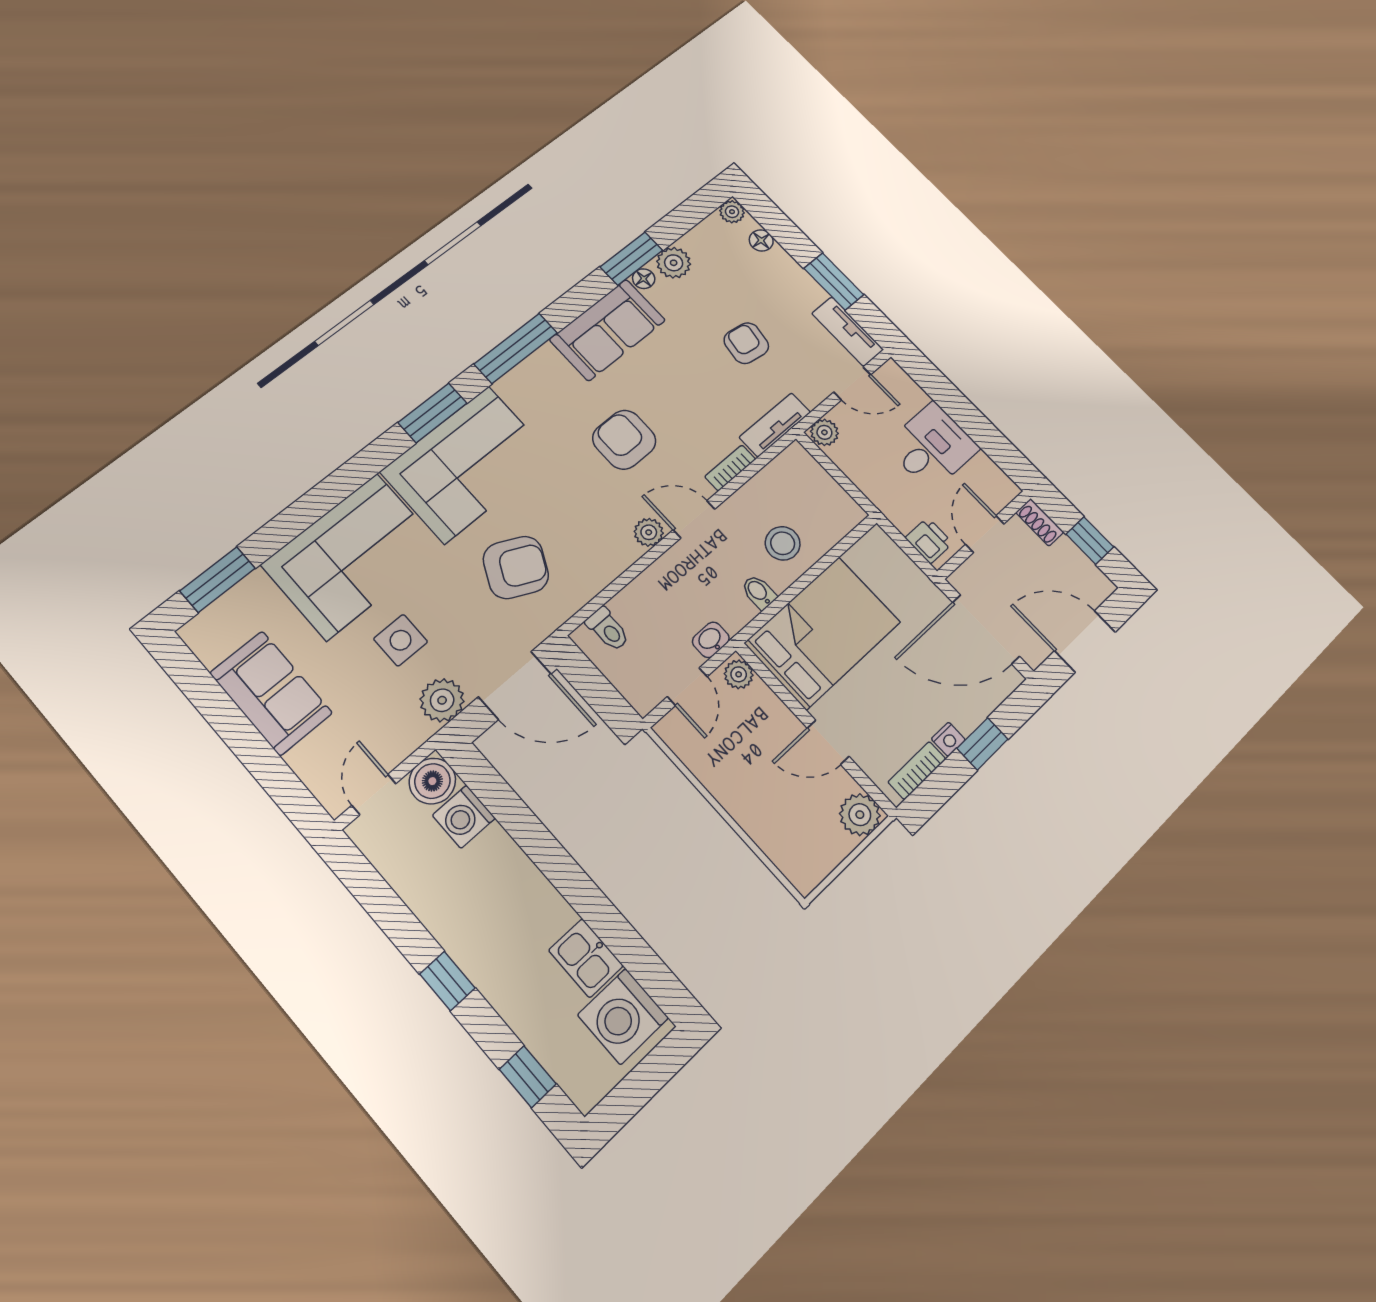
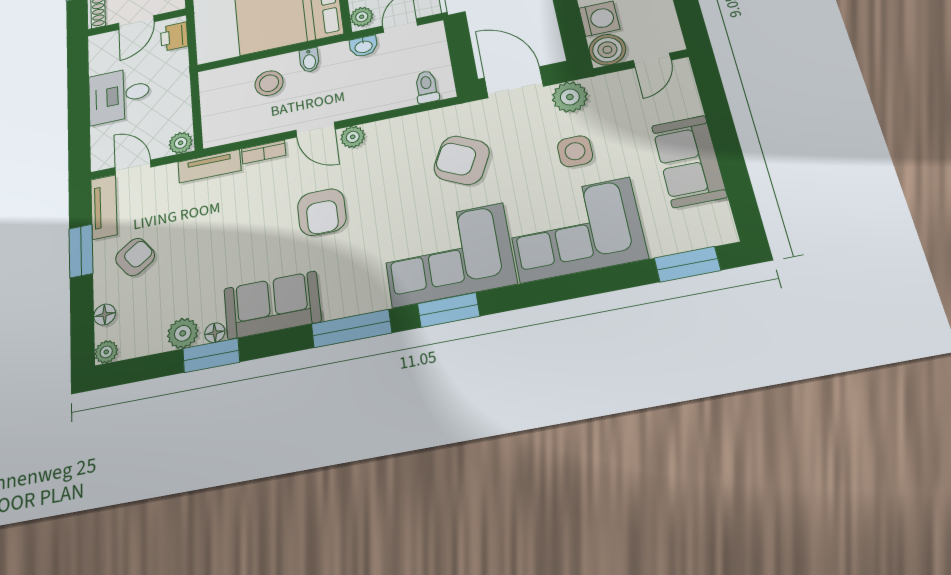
armchair: (746, 343) -> (135, 257), moved, turned -135

